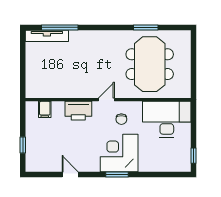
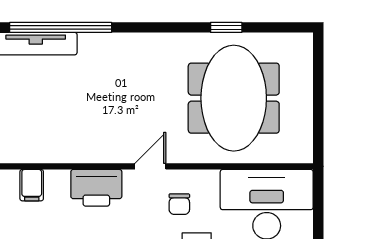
window: (60, 27) -> (61, 27), width x1.46
window: (146, 27) -> (226, 27), width x0.67

